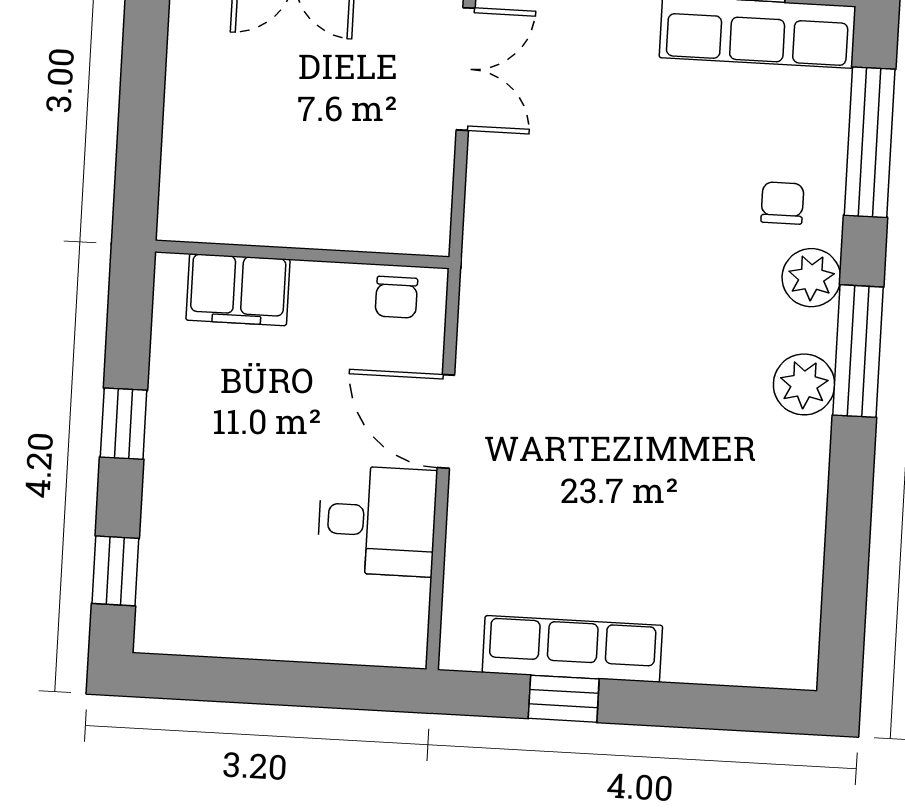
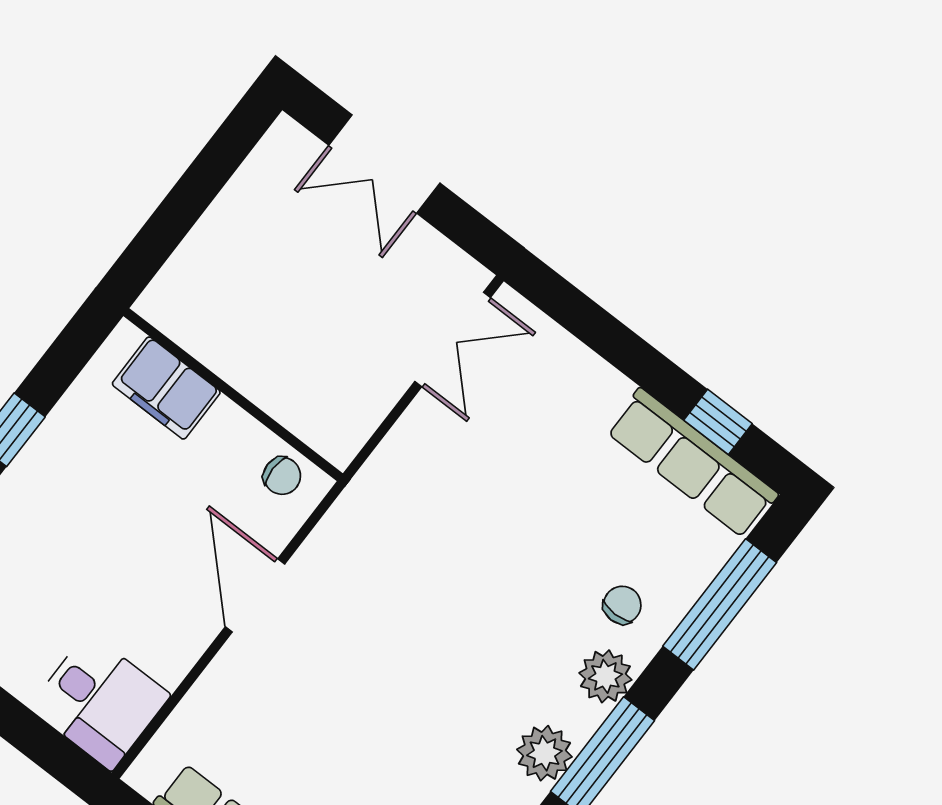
chair: (396, 297) -> (282, 476), turned -90
desk: (377, 521) -> (100, 701), moved

